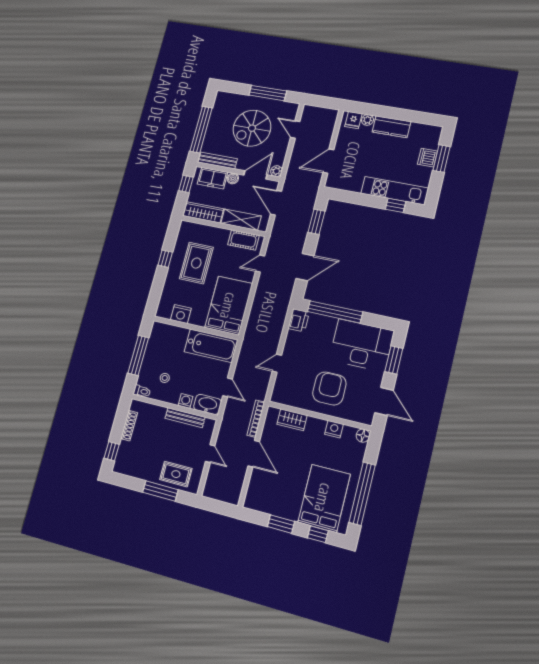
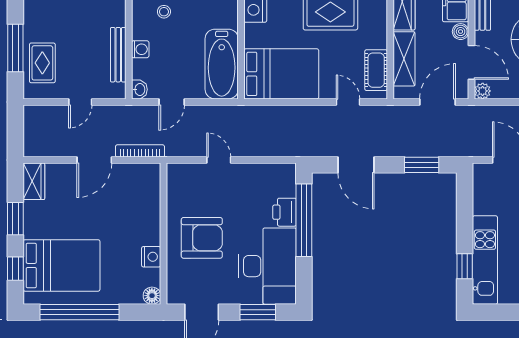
printer: (299, 320) -> (285, 212), moved, turned 90
washbasin: (207, 404) -> (139, 89), width x0.52, depth x0.69
wardrobe: (292, 420) -> (34, 181), moved, turned 180

